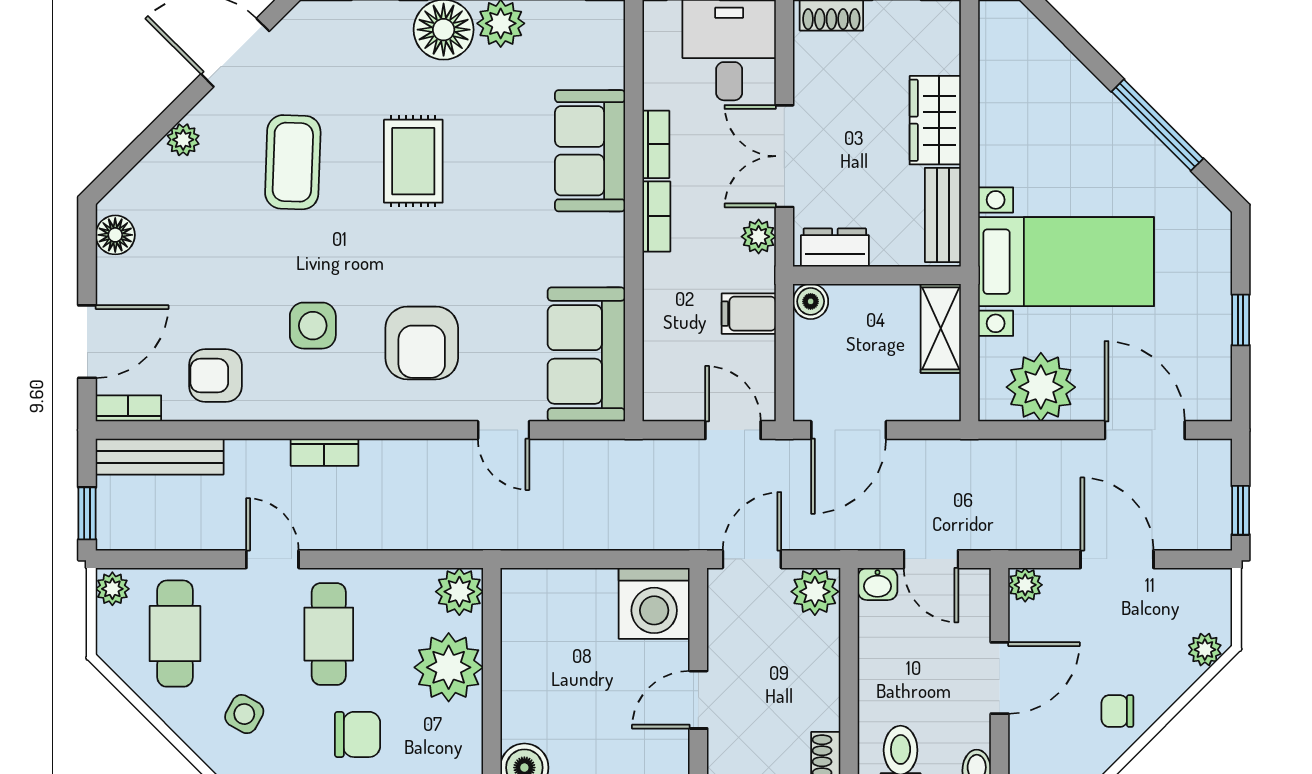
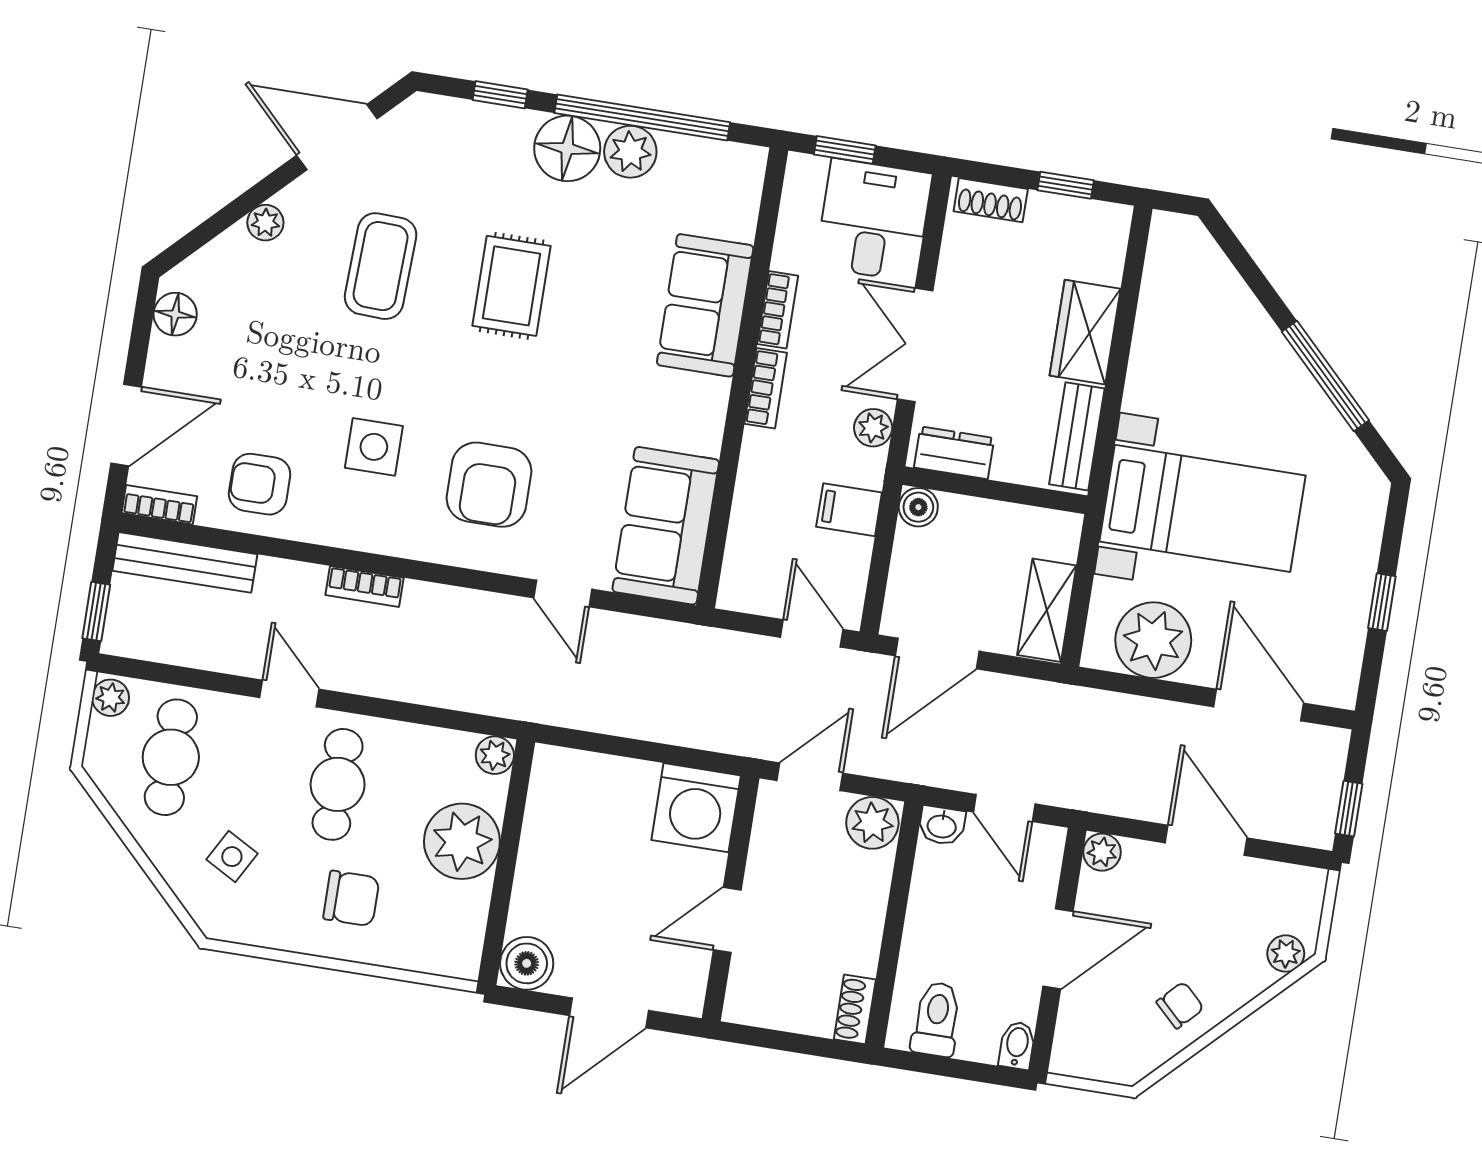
shelving: (941, 328) -> (1047, 610), moved
plant: (459, 592) -> (495, 755), width x0.73, depth x0.73
chair: (1117, 711) -> (1180, 1005), turned 134

